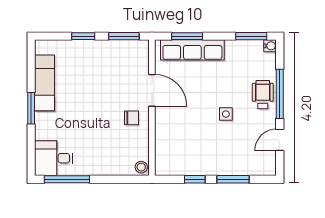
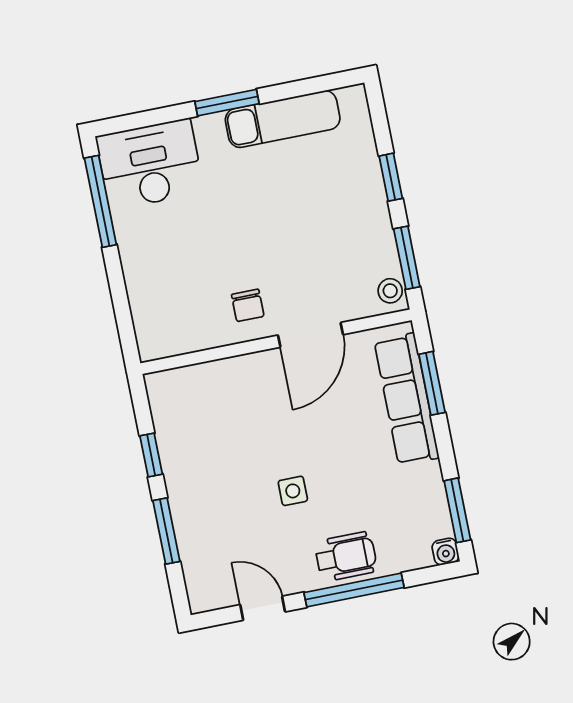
desk: (54, 158) -> (150, 164), width x1.37
stool: (141, 167) -> (390, 291), moved

